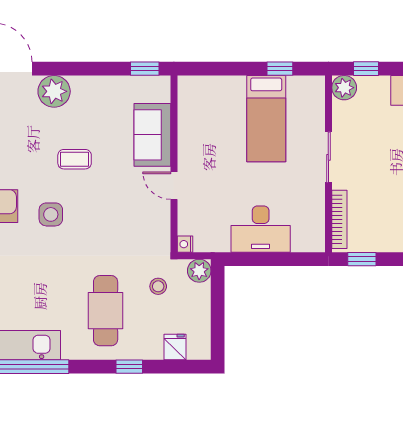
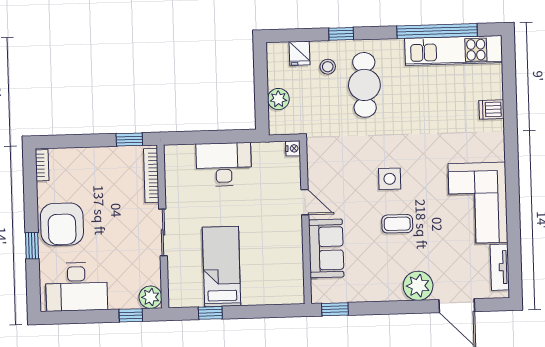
side table: (51, 214) -> (390, 179), moved
plant: (199, 271) -> (278, 99), moved
stool: (158, 286) -> (328, 67), moved

